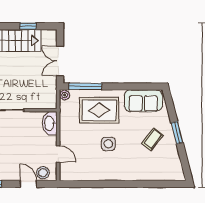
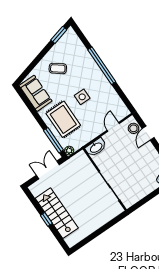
window: (28, 26) -> (46, 219), moved
double door: (60, 61) -> (48, 170), swing flipped
window: (177, 133) -> (59, 35), moved
window: (126, 184) -> (102, 66), added

